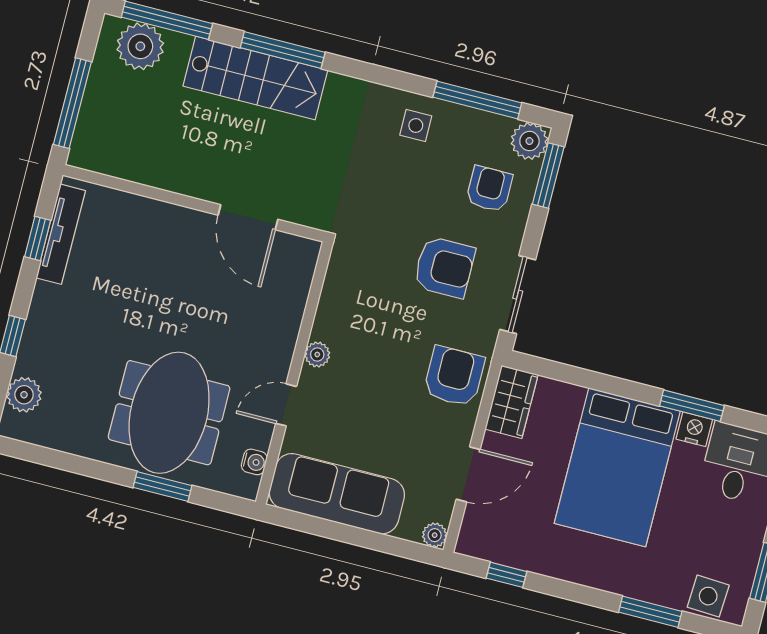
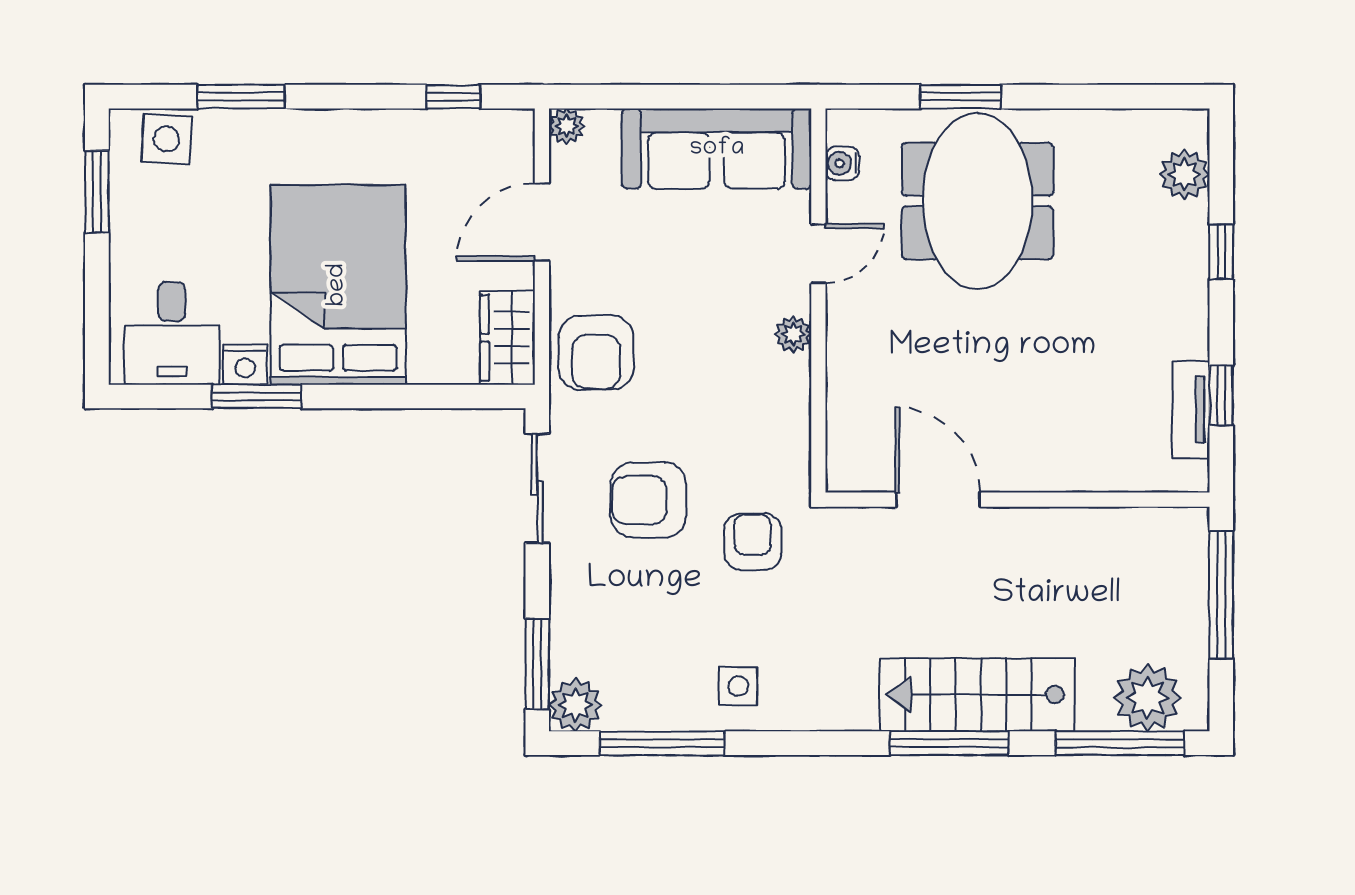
armchair: (489, 189) -> (753, 542), moved, turned 180
tv unit: (61, 234) -> (1191, 410), width x0.71

